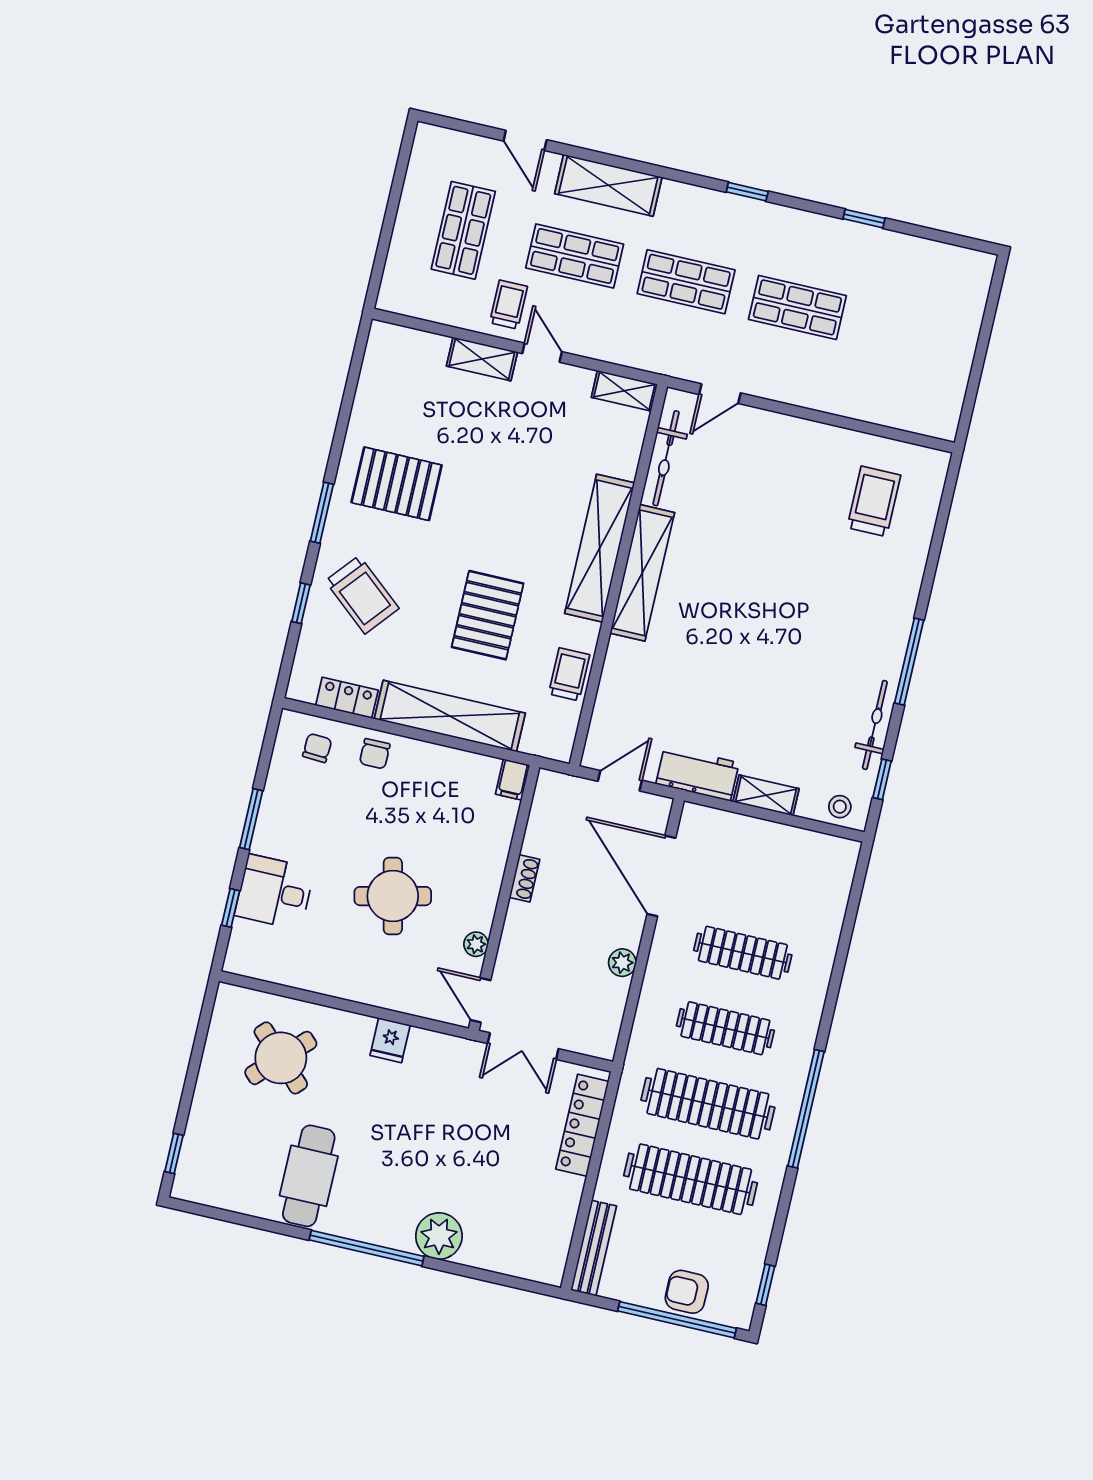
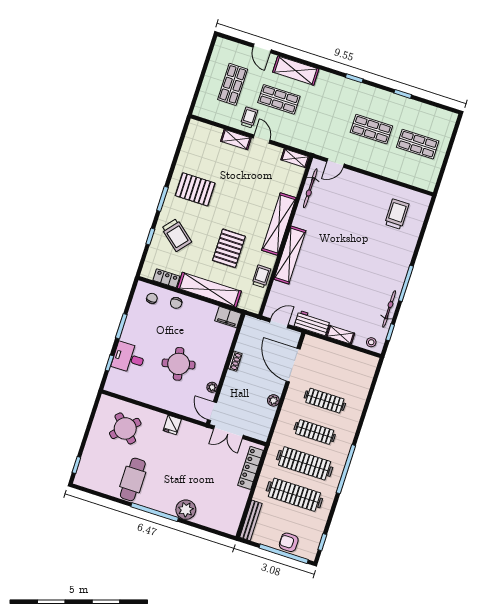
shop shelf: (686, 282) -> (418, 144), moved
shelving: (642, 573) -> (290, 255), moved
filing cabinet: (513, 779) -> (228, 317), width x2.00

